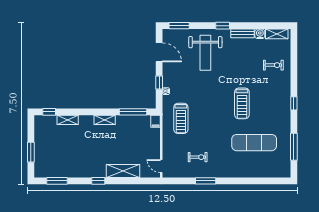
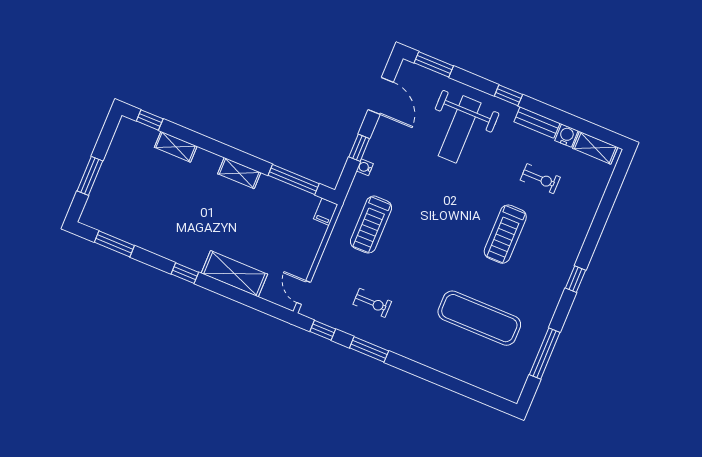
exercise bike: (273, 65) -> (540, 179), moved
treadmill: (242, 103) -> (505, 234), moved
window: (179, 181) -> (323, 330), added

